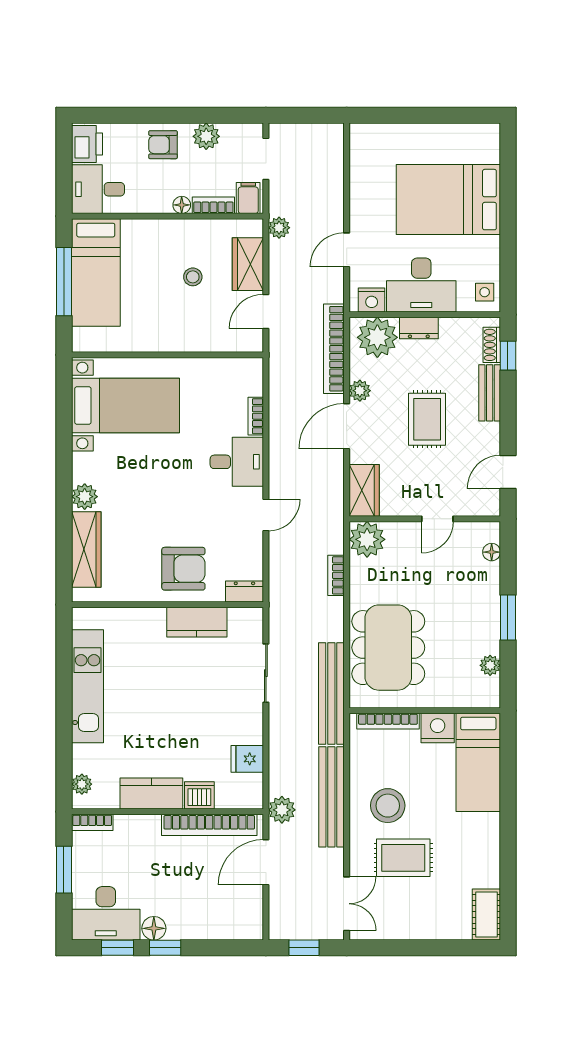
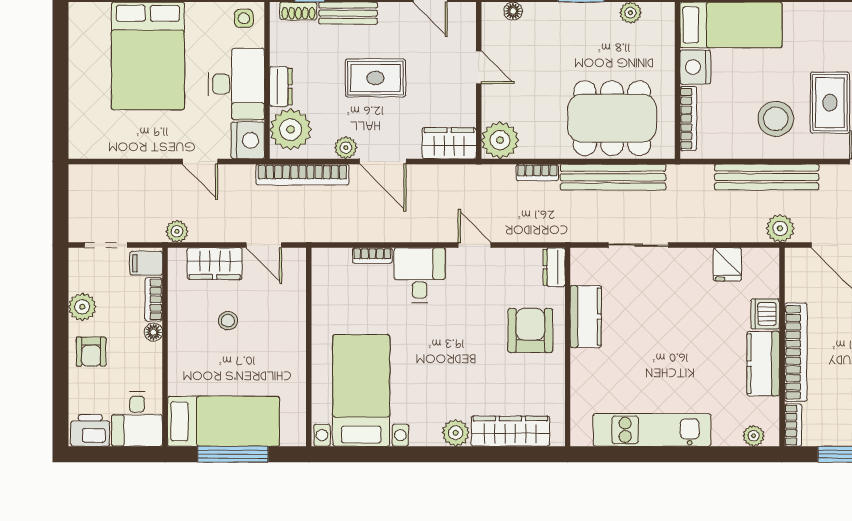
nightstand: (372, 300) -> (248, 140), width x1.36, depth x1.33
bench: (331, 694) -> (613, 177), moved
bookcase: (209, 825) -> (796, 352), moved

